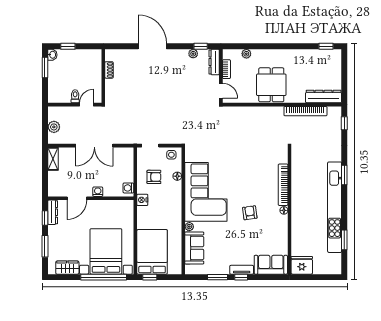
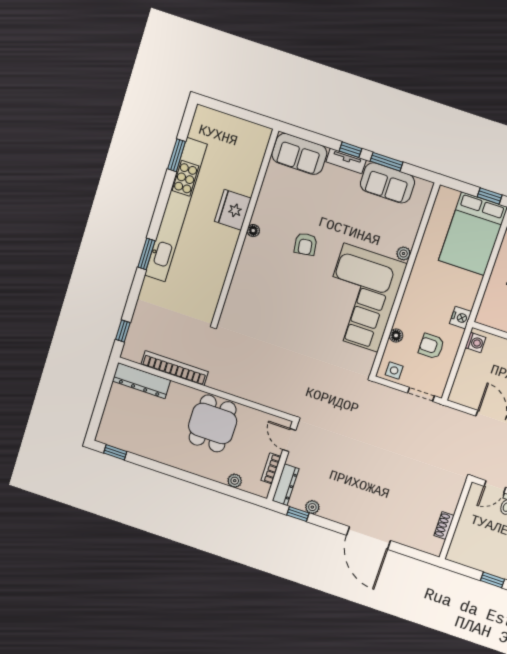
bookcase: (283, 185) -> (242, 270), removed
sofa: (194, 248) -> (387, 183), moved, turned -90
fridge: (302, 265) -> (233, 210), moved, turned 90

